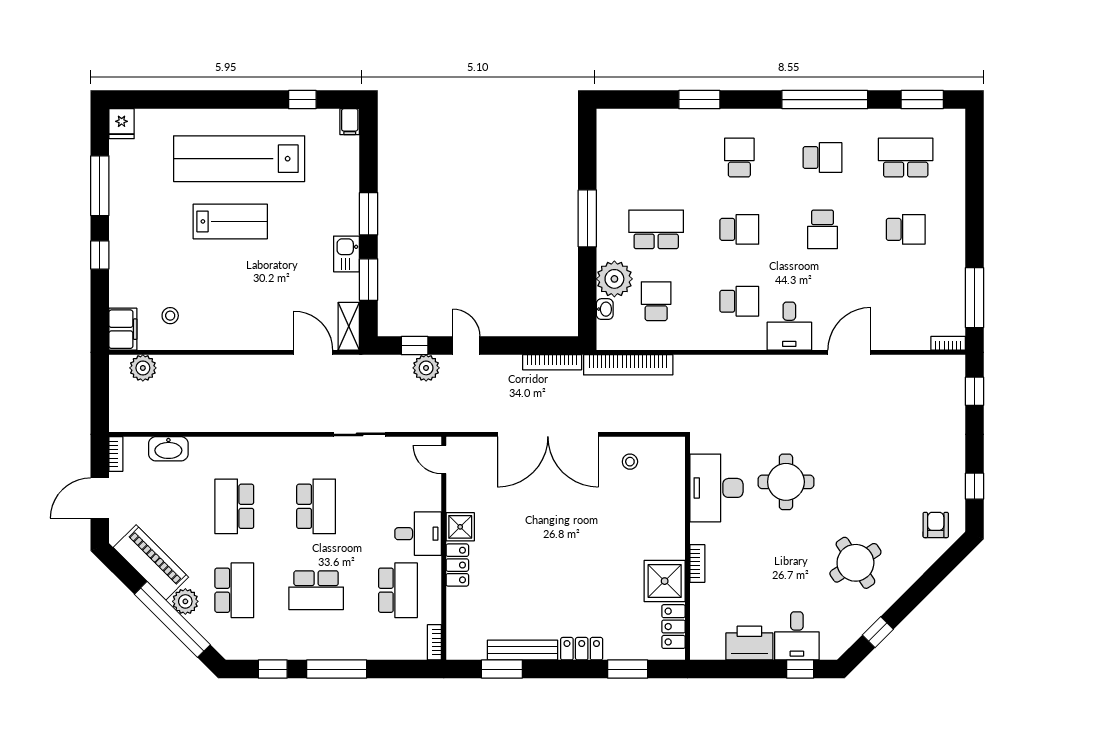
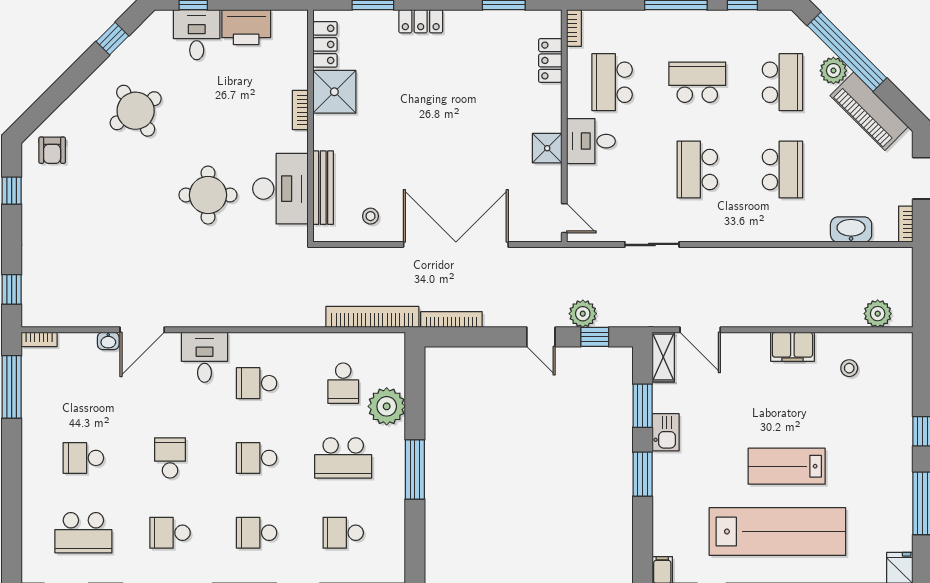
school desk: (656, 158) -> (343, 533), added
school desk: (739, 158) -> (257, 533), turned 90
washbasin: (605, 309) -> (108, 341), moved, turned -90
filing cabinet: (123, 329) -> (792, 347), moved, turned -90
locker: (457, 565) -> (550, 60), moved
school desk: (234, 590) -> (782, 82), turned 180
bench: (522, 650) -> (323, 188), moved, turned 90

